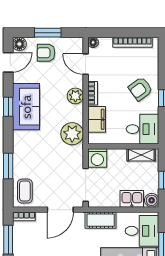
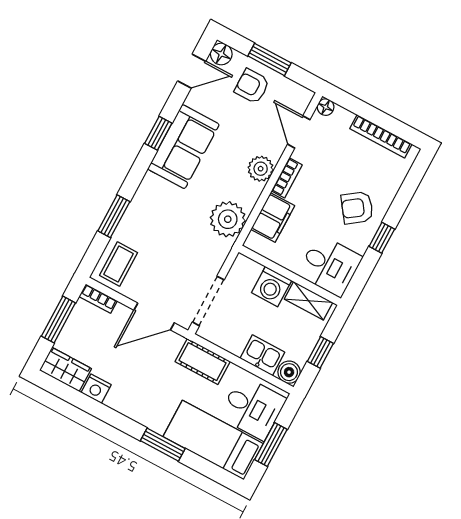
washing machine: (97, 158) -> (272, 287), moved

